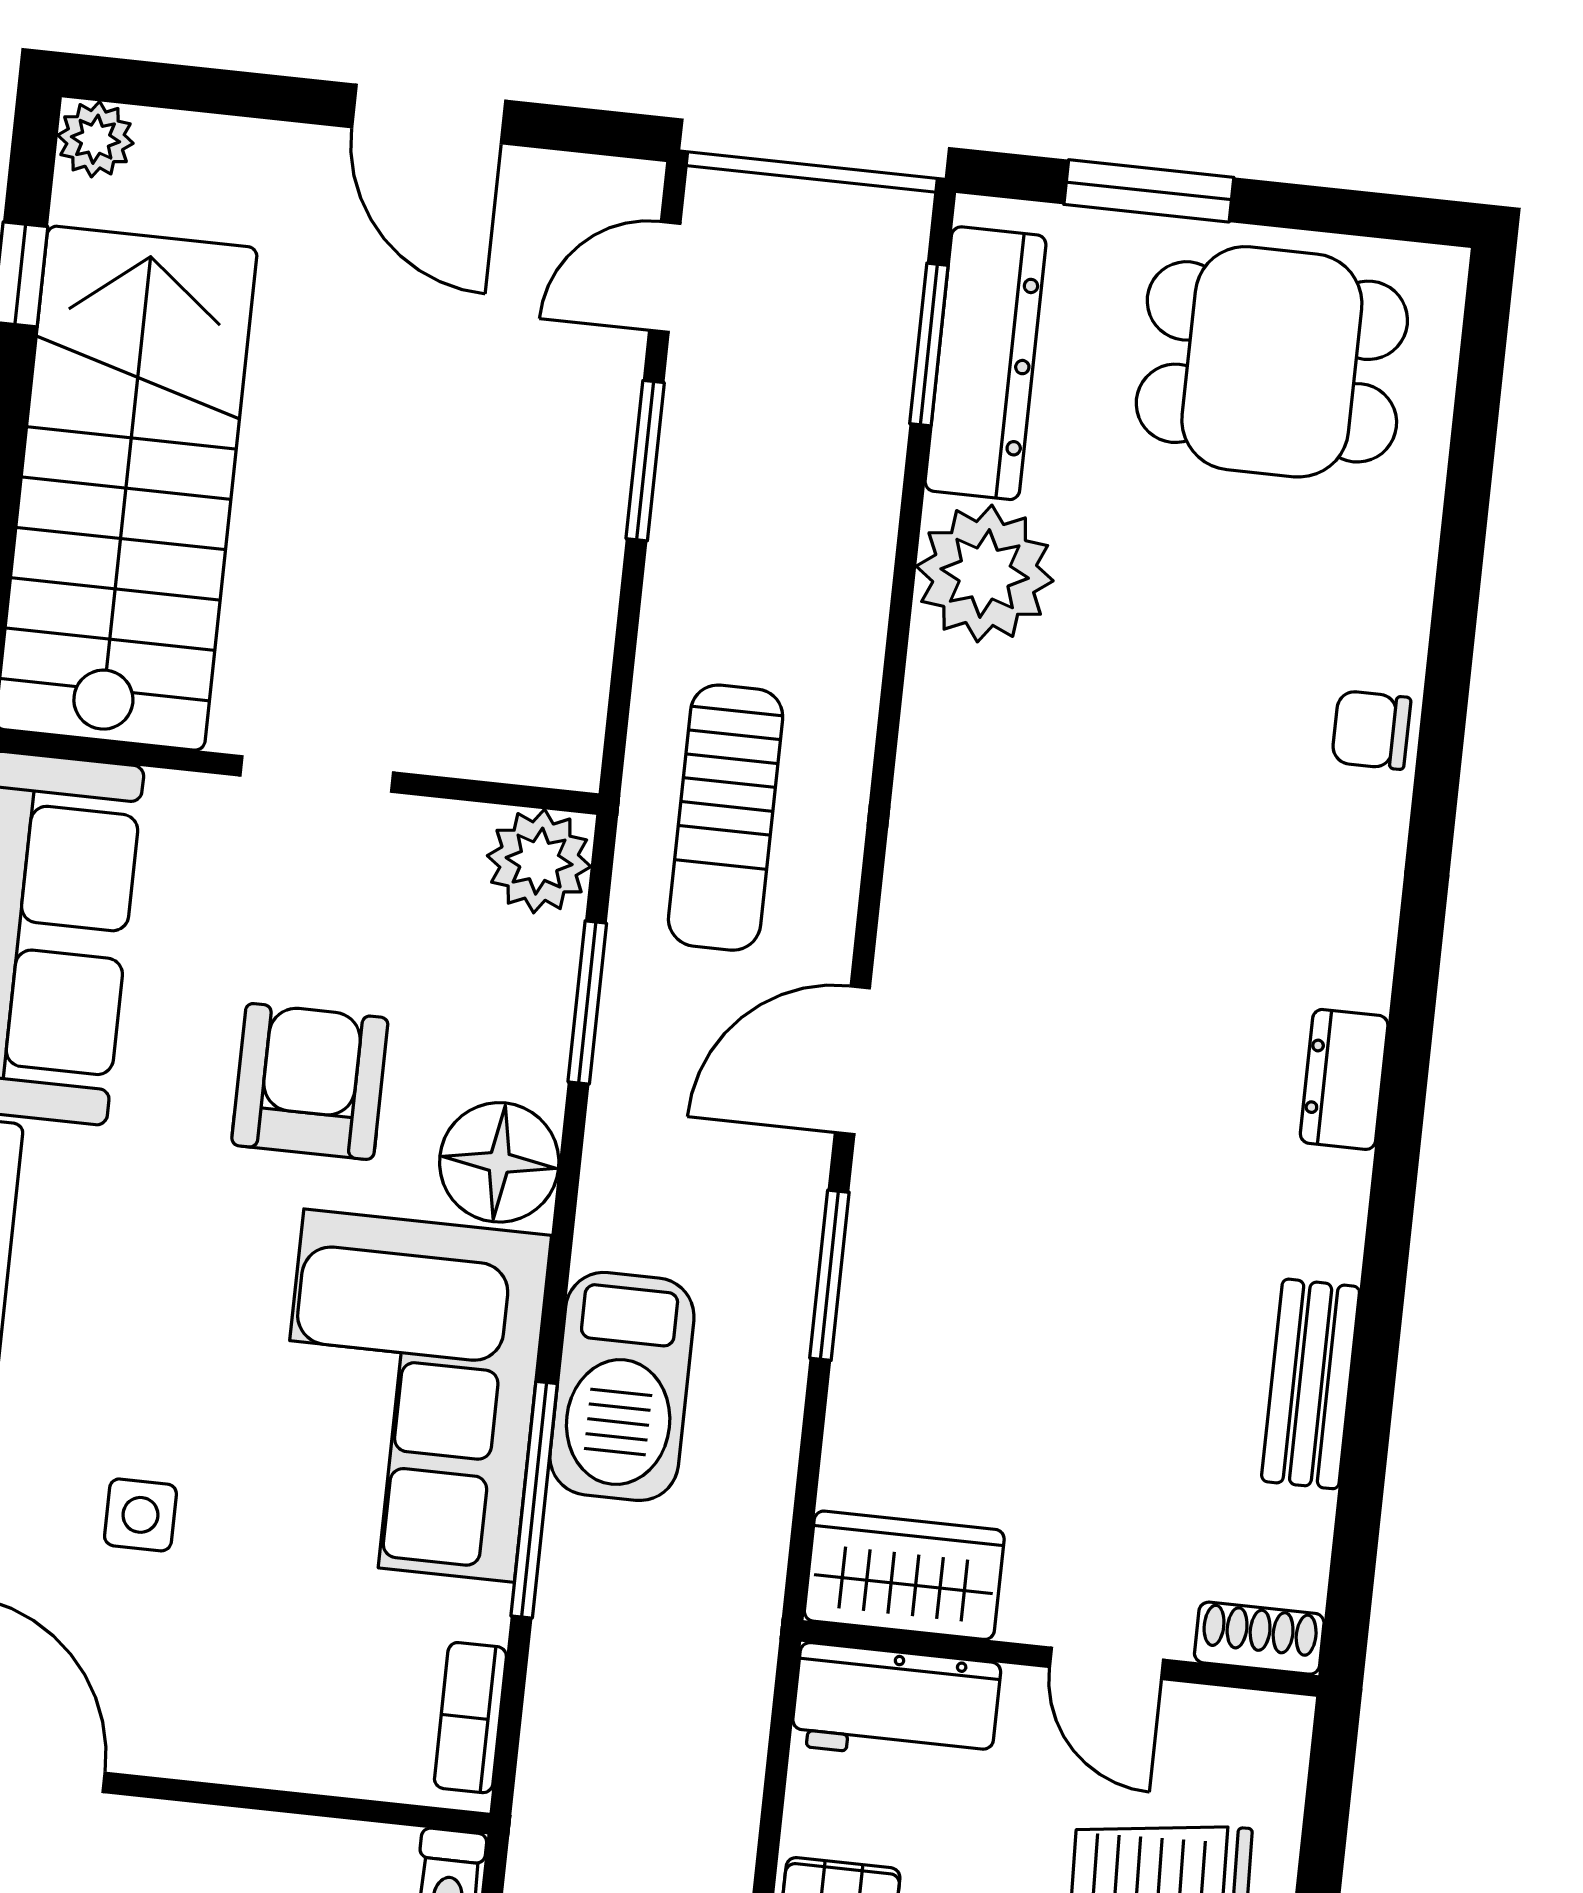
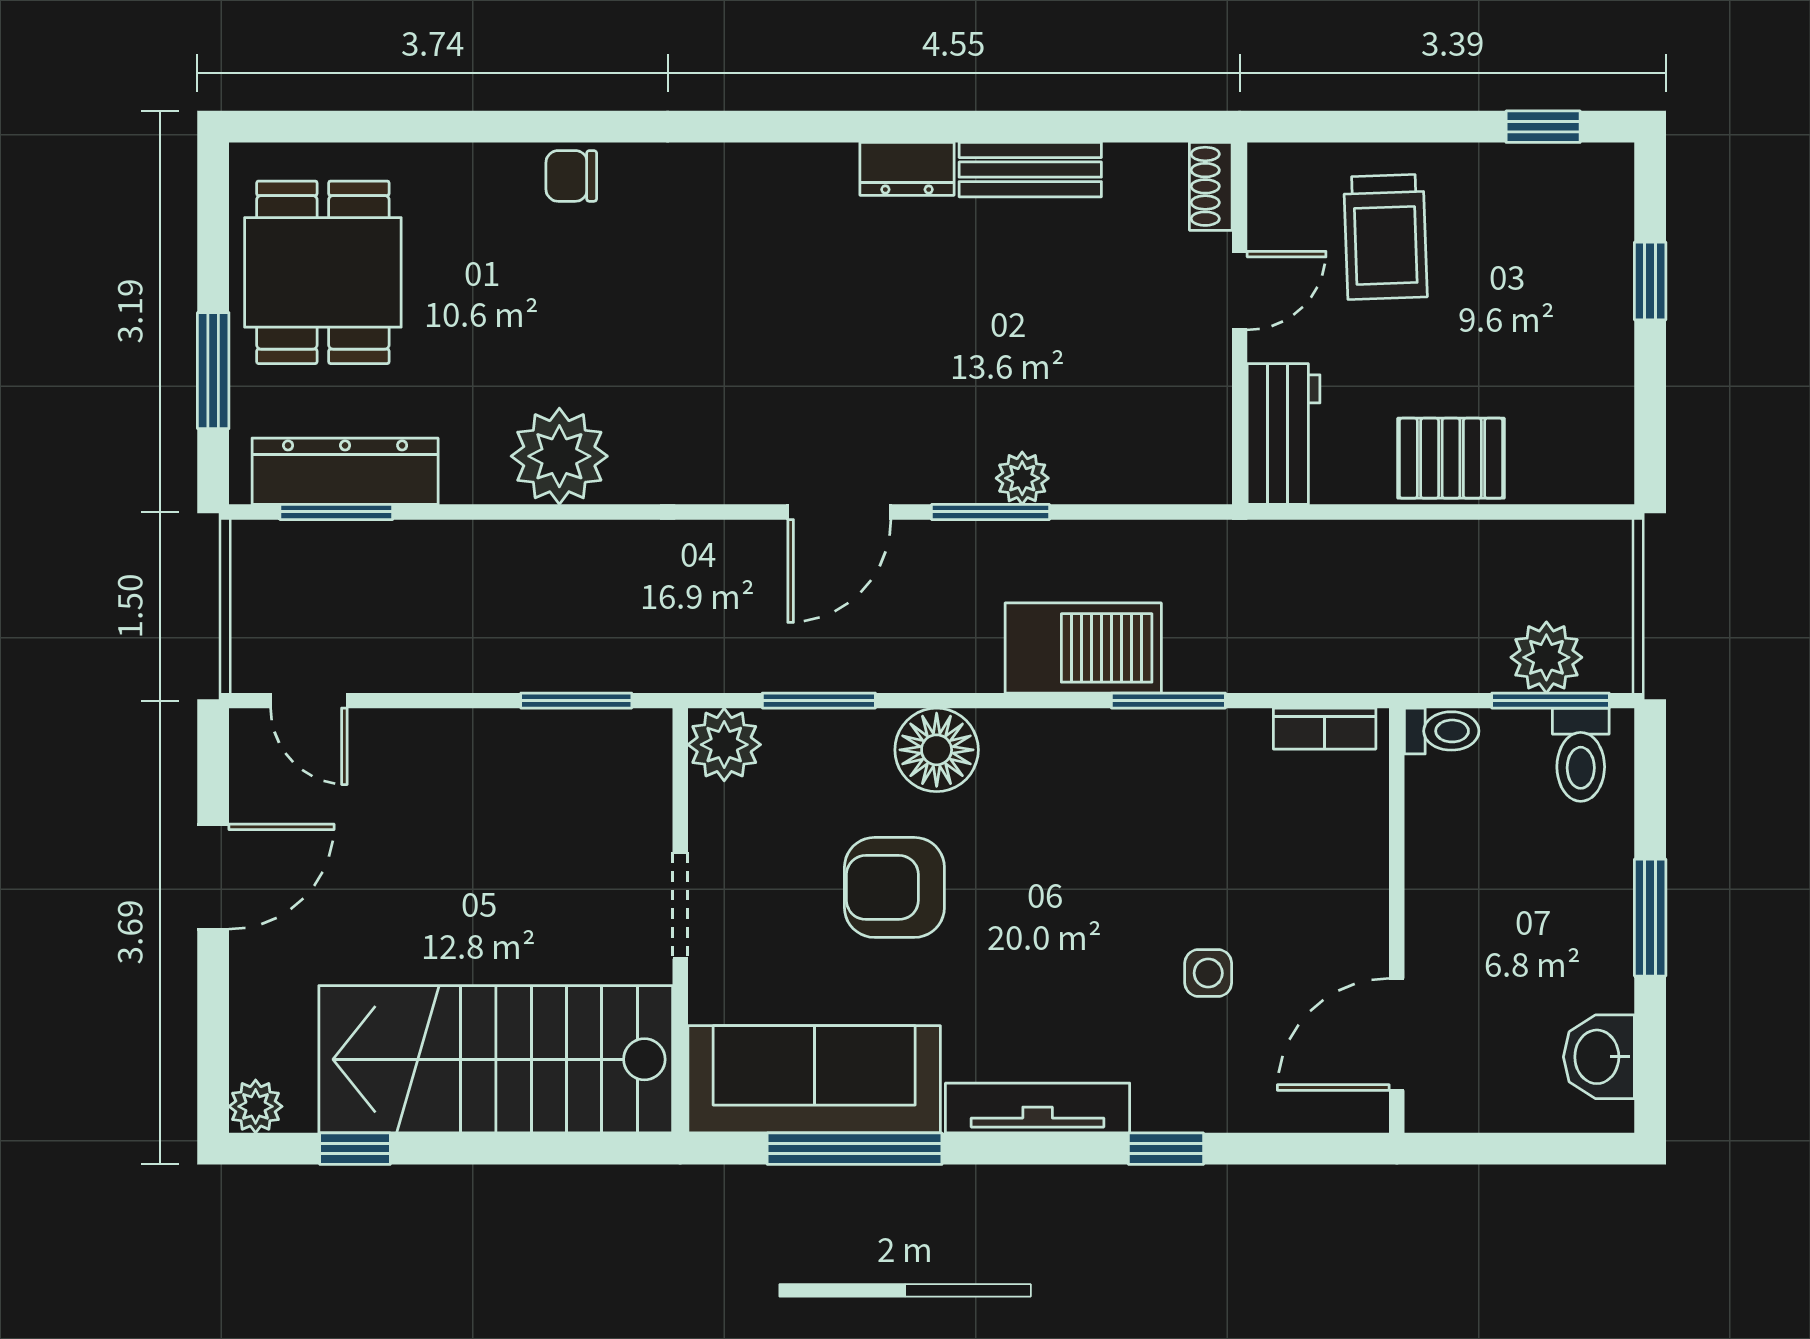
window: (645, 461) -> (576, 701), moved
plant: (985, 574) -> (559, 456), moved
chair: (1371, 730) -> (571, 176), turned 90
sun lounger: (726, 818) -> (680, 618), removed
door: (852, 1060) -> (839, 512), hinge flipped
dresser: (1344, 1079) -> (907, 169), moved
plant: (873, 1326) -> (1022, 478), added
corner sofa: (409, 1396) -> (1105, 795), removed
window: (534, 1500) -> (1168, 701), width x0.69
wardrobe: (904, 1575) -> (1193, 438), removed

